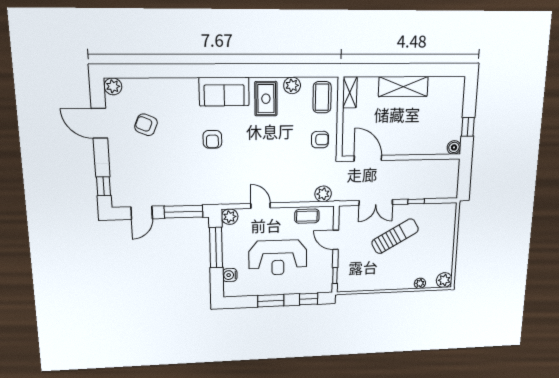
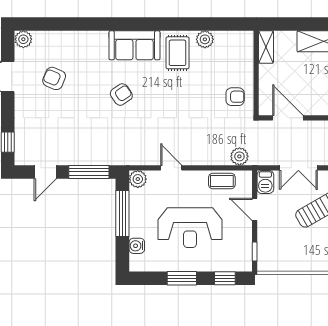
coffee table: (322, 97) -> (237, 52), removed
armchair: (212, 139) -> (121, 95), turned -124
barbecue: (346, 216) -> (265, 182), added

